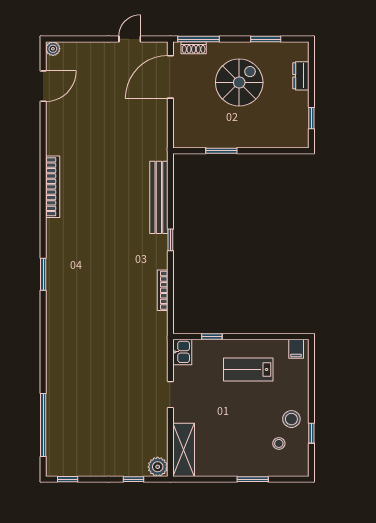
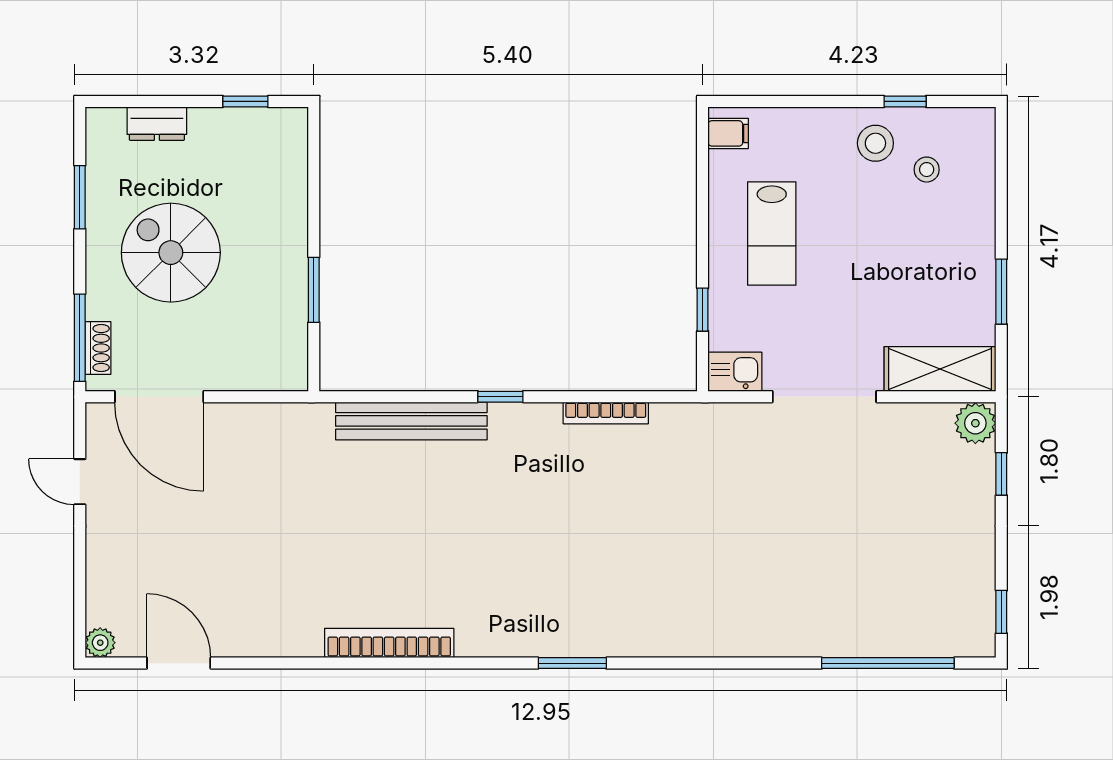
doorway: (170, 395) -> (824, 397), width x1.88
window: (253, 479) -> (1001, 292), moved

